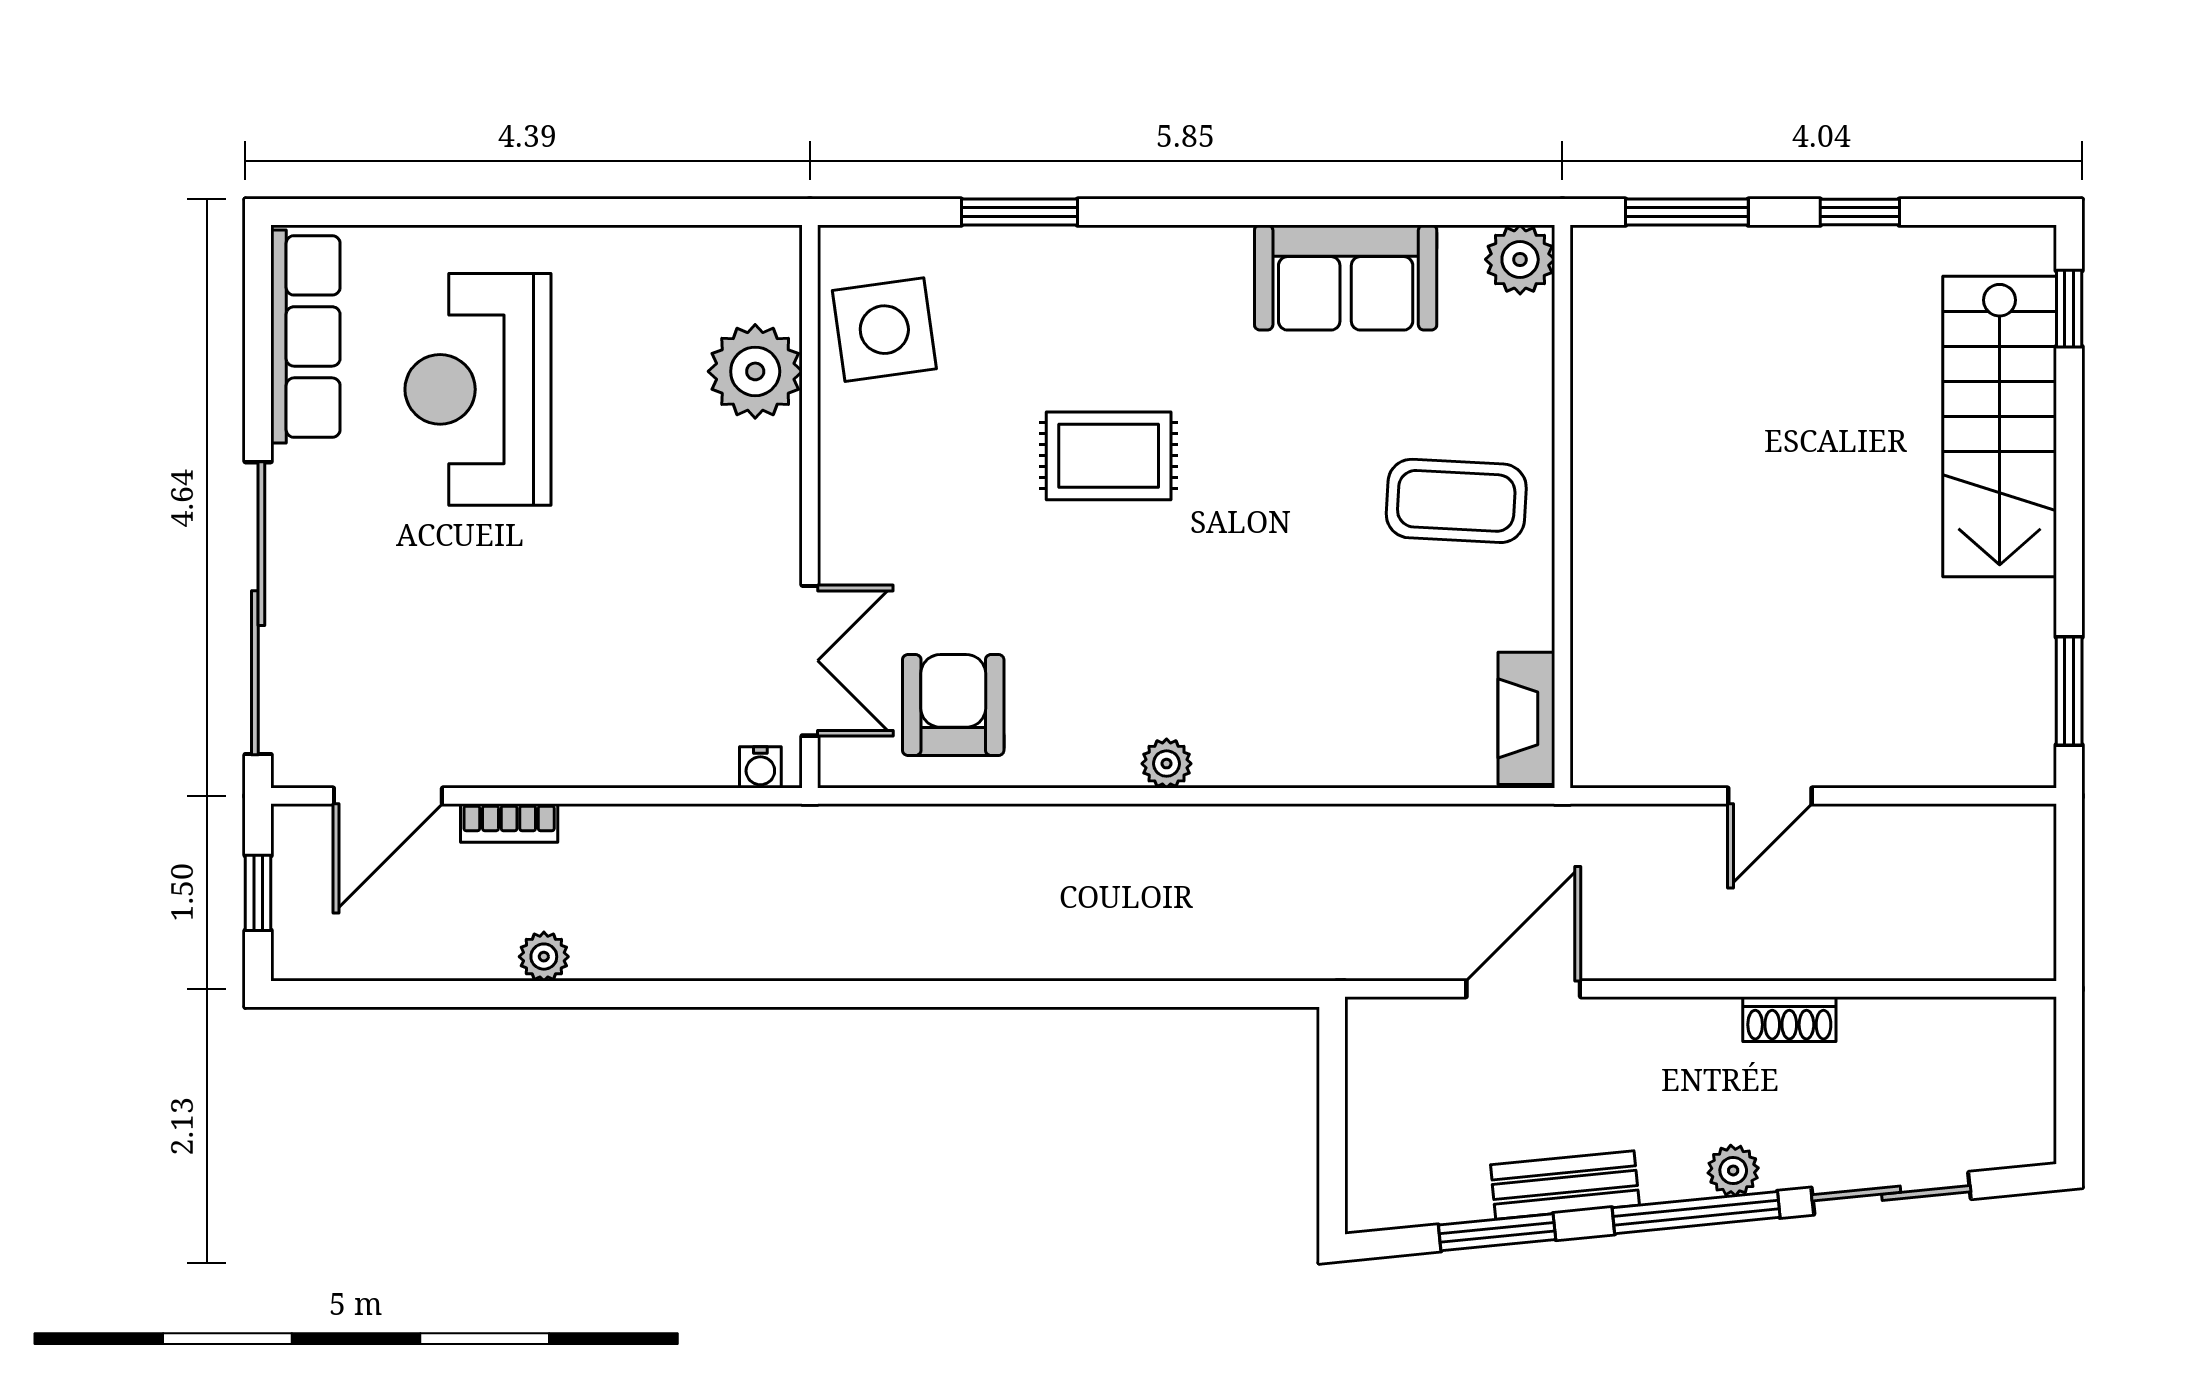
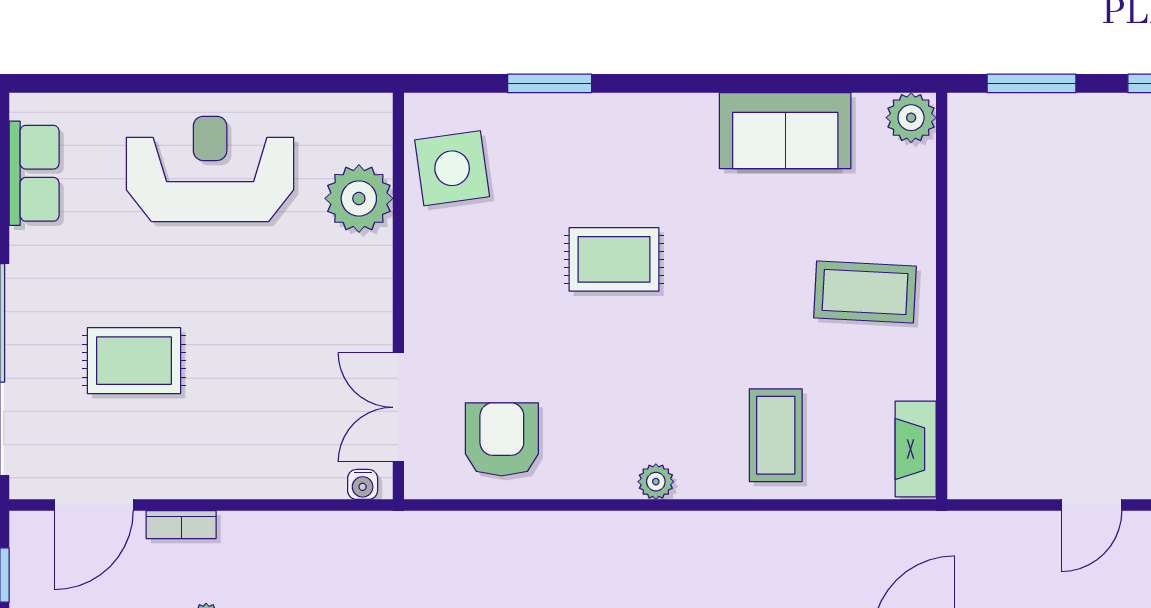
row of seats: (305, 336) -> (34, 173), width x0.68
reception desk: (478, 389) -> (210, 169), moved, turned 90
rug: (444, 596) -> (134, 361), added
double door: (810, 661) -> (398, 407), swing flipped
coffee table: (1333, 699) -> (776, 435), added

